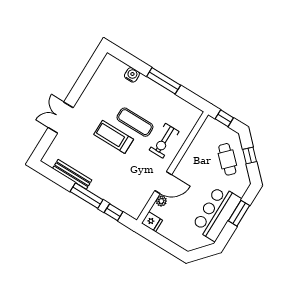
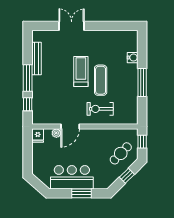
cafe table: (227, 159) -> (121, 153), moved
door: (163, 183) -> (70, 127), hinge flipped

